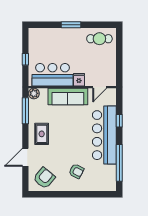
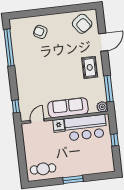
window: (119, 121) -> (16, 106), moved
bar counter: (104, 135) -> (27, 73), removed
armchair: (76, 171) -> (40, 32), moved
armchair: (44, 178) -> (82, 24), turned -76

